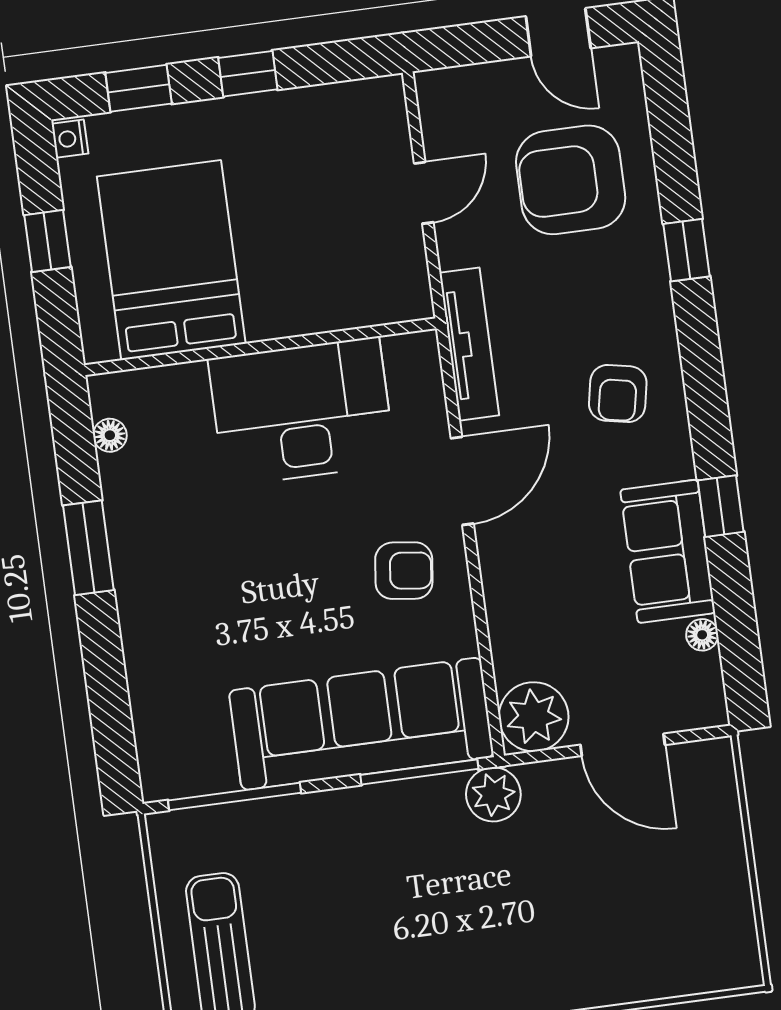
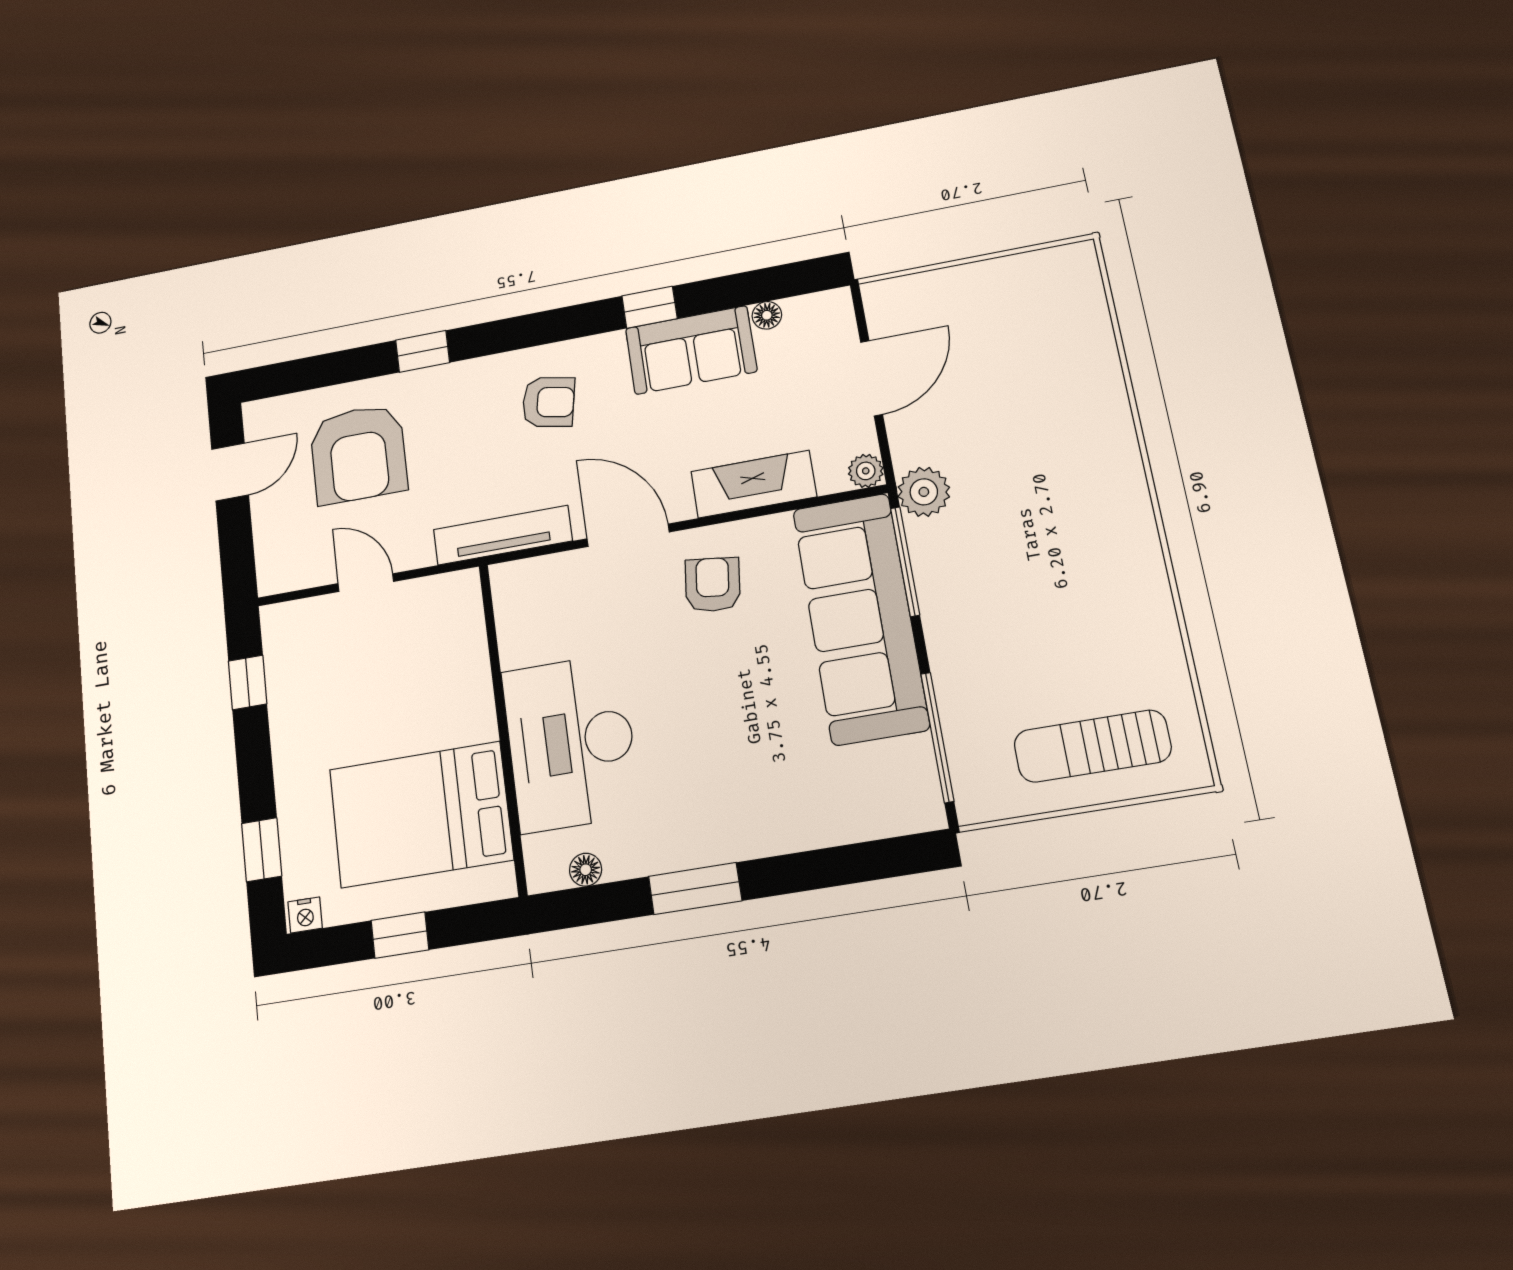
window: (248, 74) -> (248, 682), moved
desk: (302, 411) -> (571, 743), moved
fireplace: (512, 616) -> (754, 484), added
plant: (534, 717) -> (866, 471), width x0.53, depth x0.53

